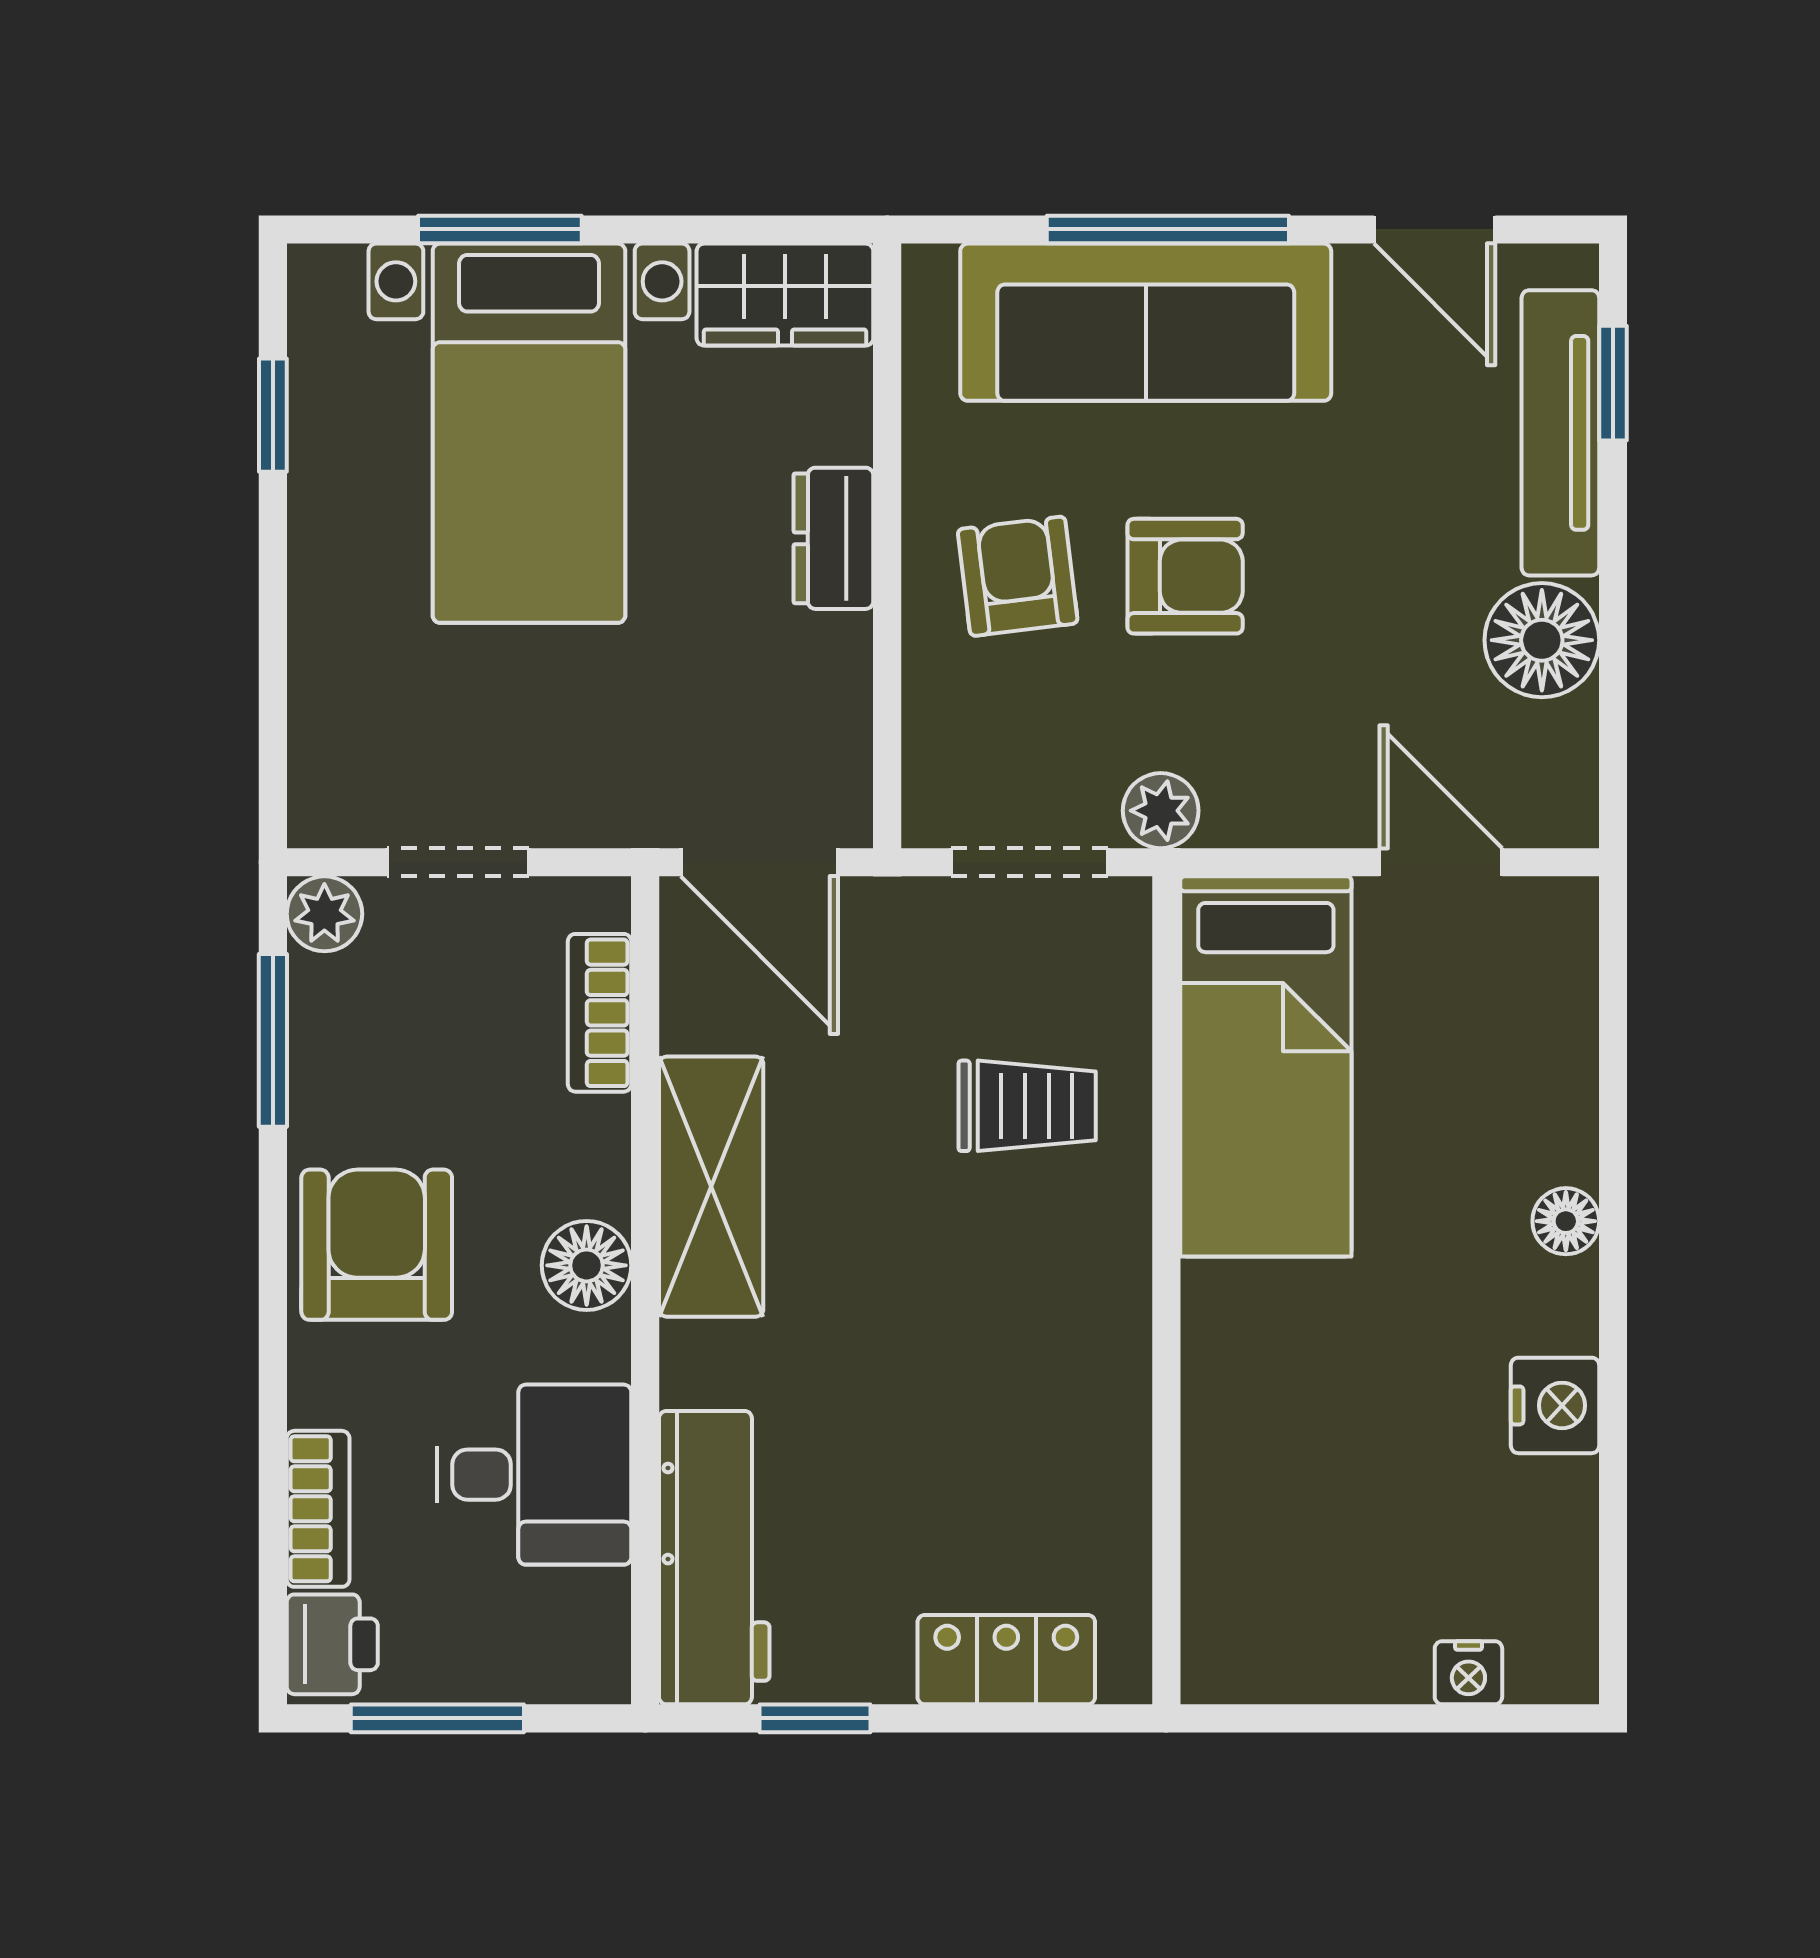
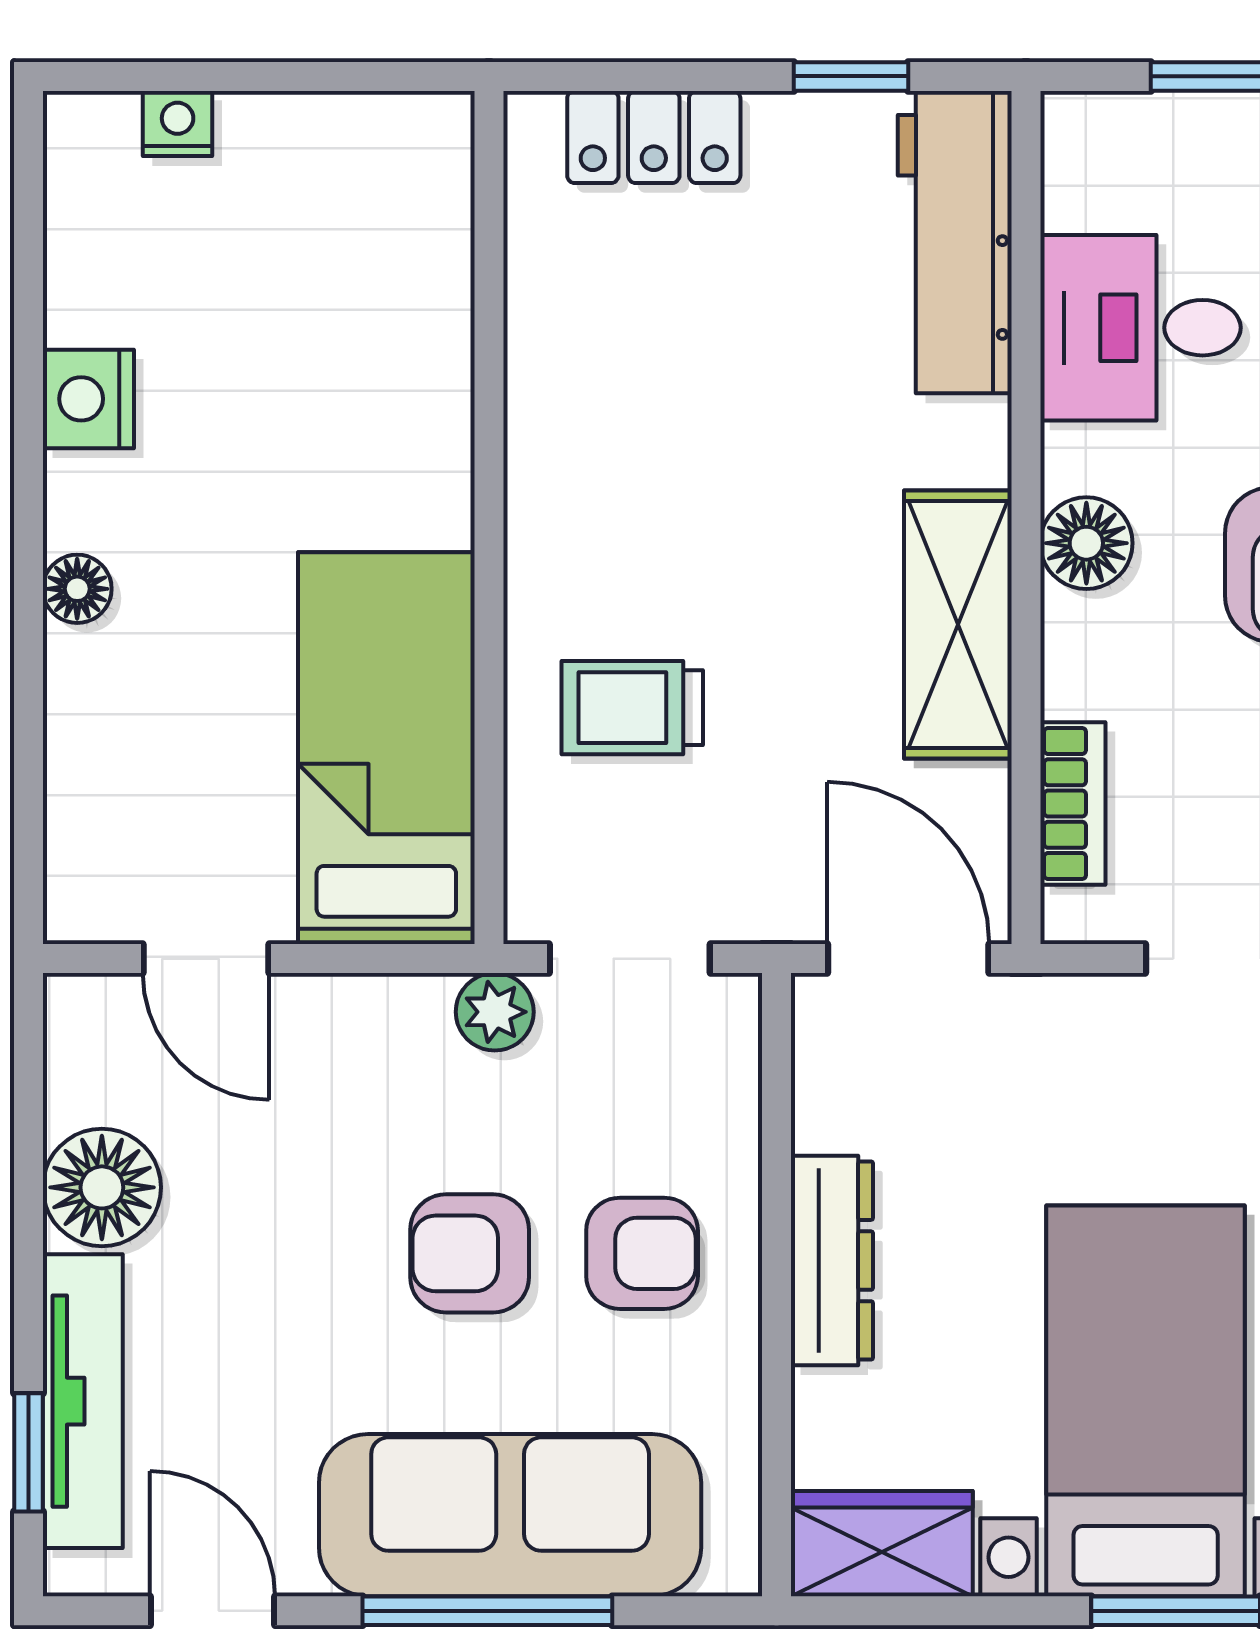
dresser: (833, 538) -> (832, 1261), width x1.44
armchair: (1018, 576) -> (642, 1253), turned -83

